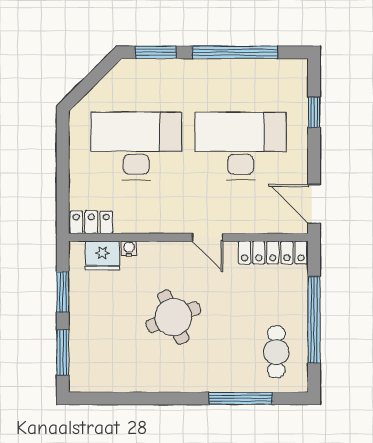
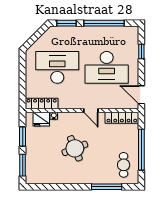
desk: (241, 146) -> (107, 67), turned 180
locker: (91, 222) -> (42, 103), width x1.53

